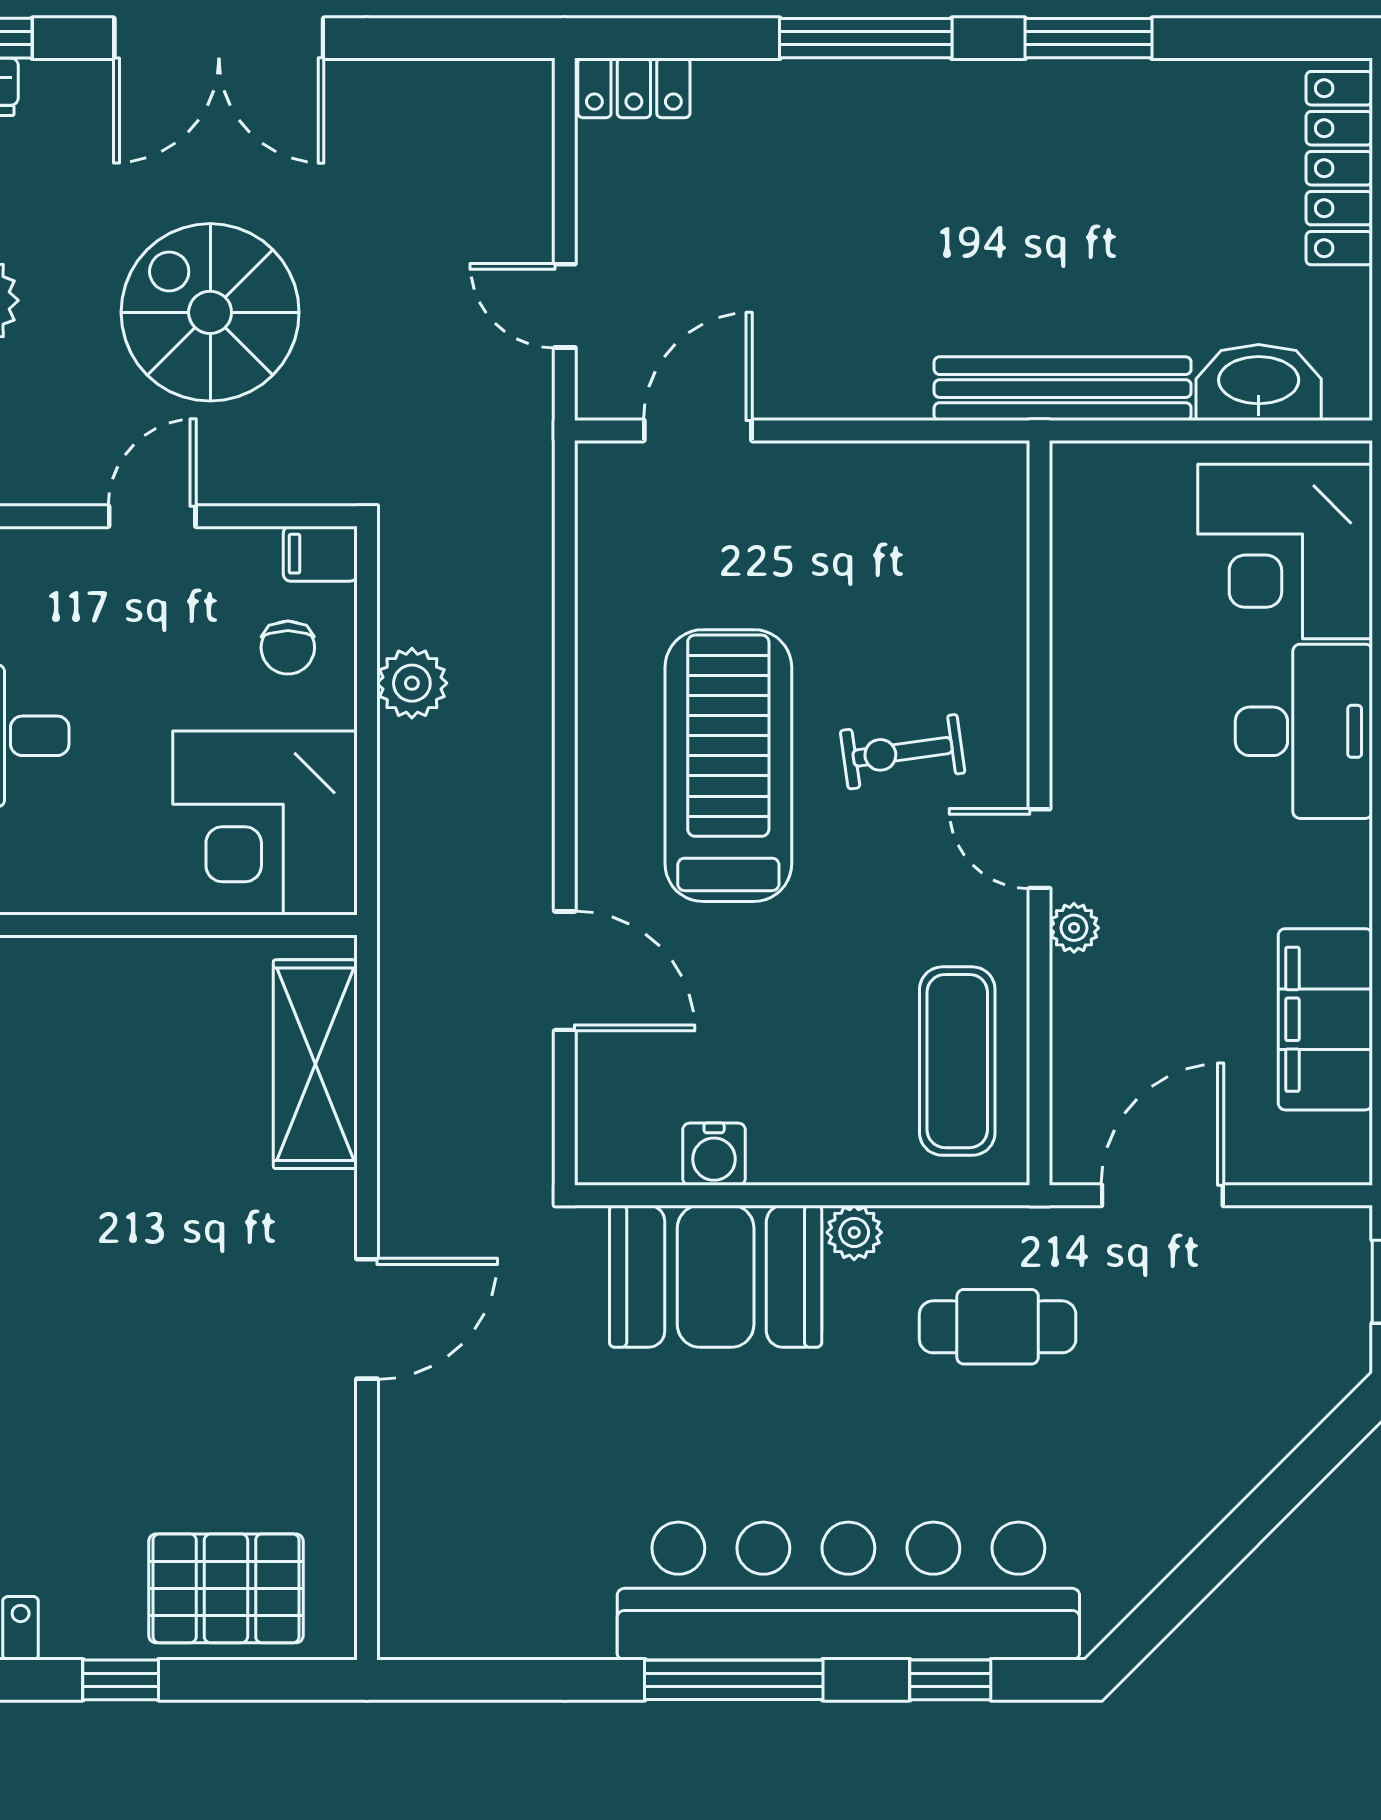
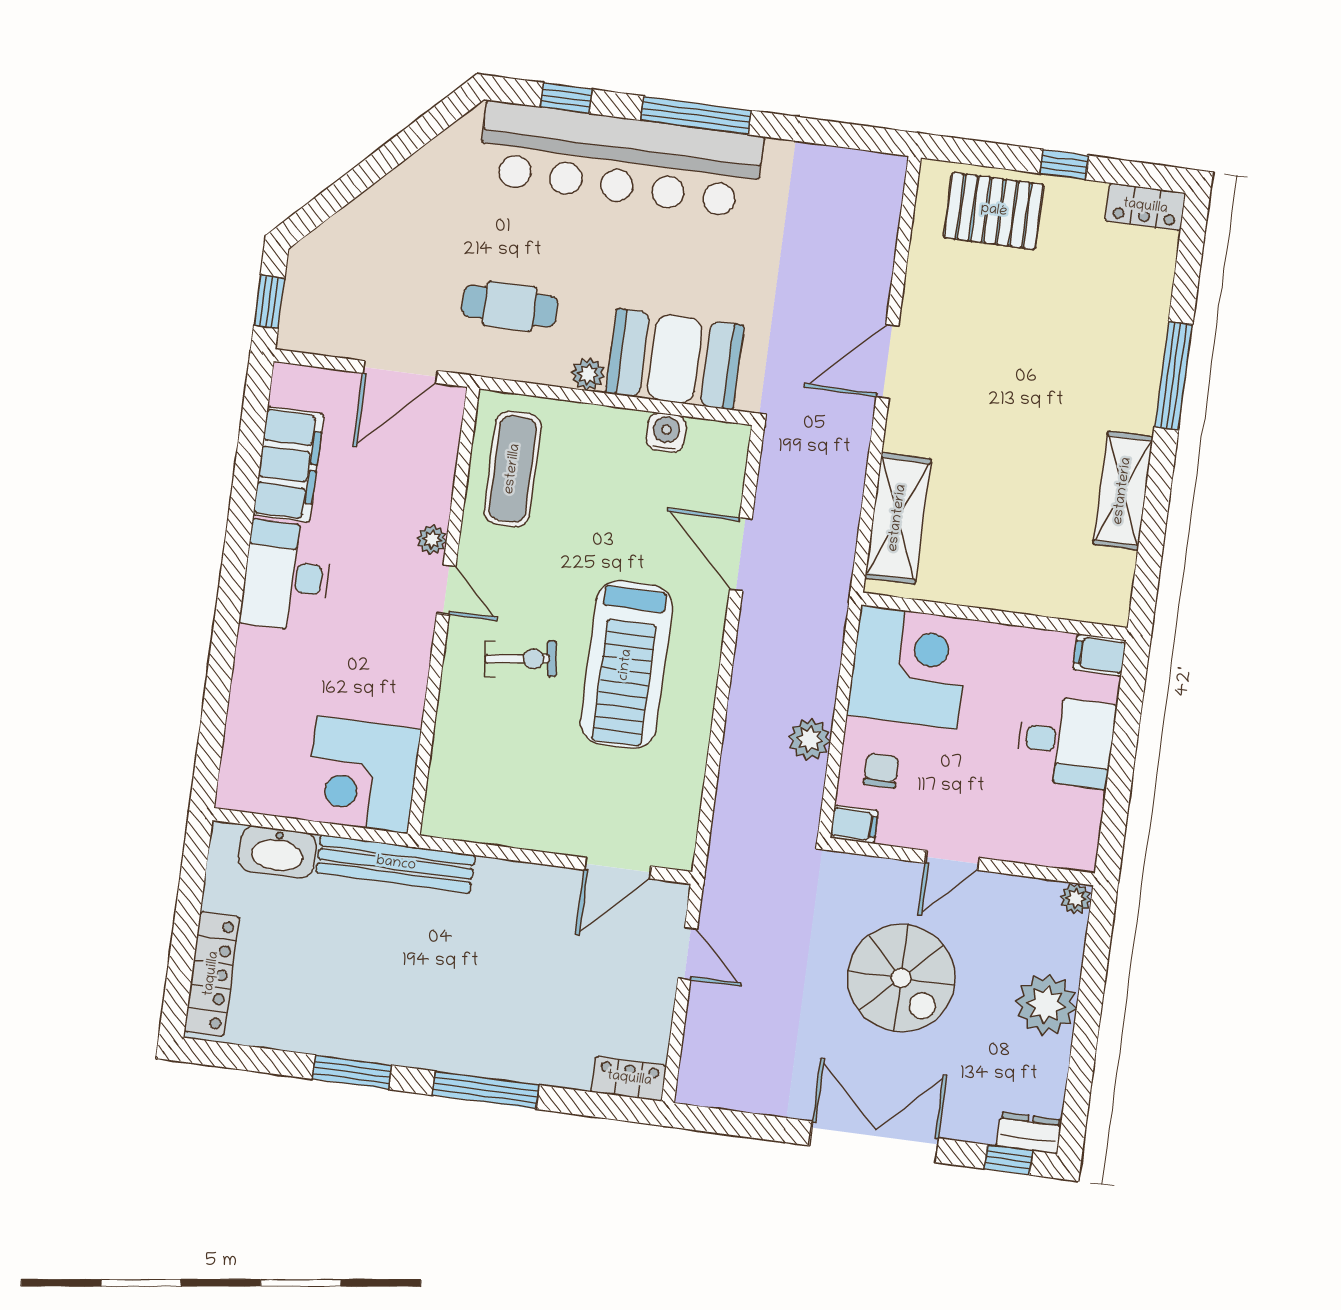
corner desk: (1285, 551) -> (362, 775), moved, turned 180
desk: (1304, 731) -> (287, 576), moved

